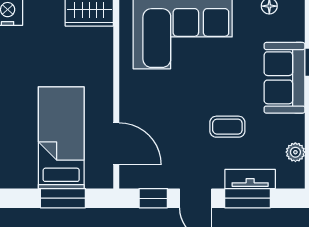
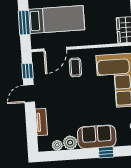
coffee table: (227, 127) -> (75, 67), moved
plant: (292, 128) -> (70, 143), added
window: (248, 198) -> (31, 121), removed

